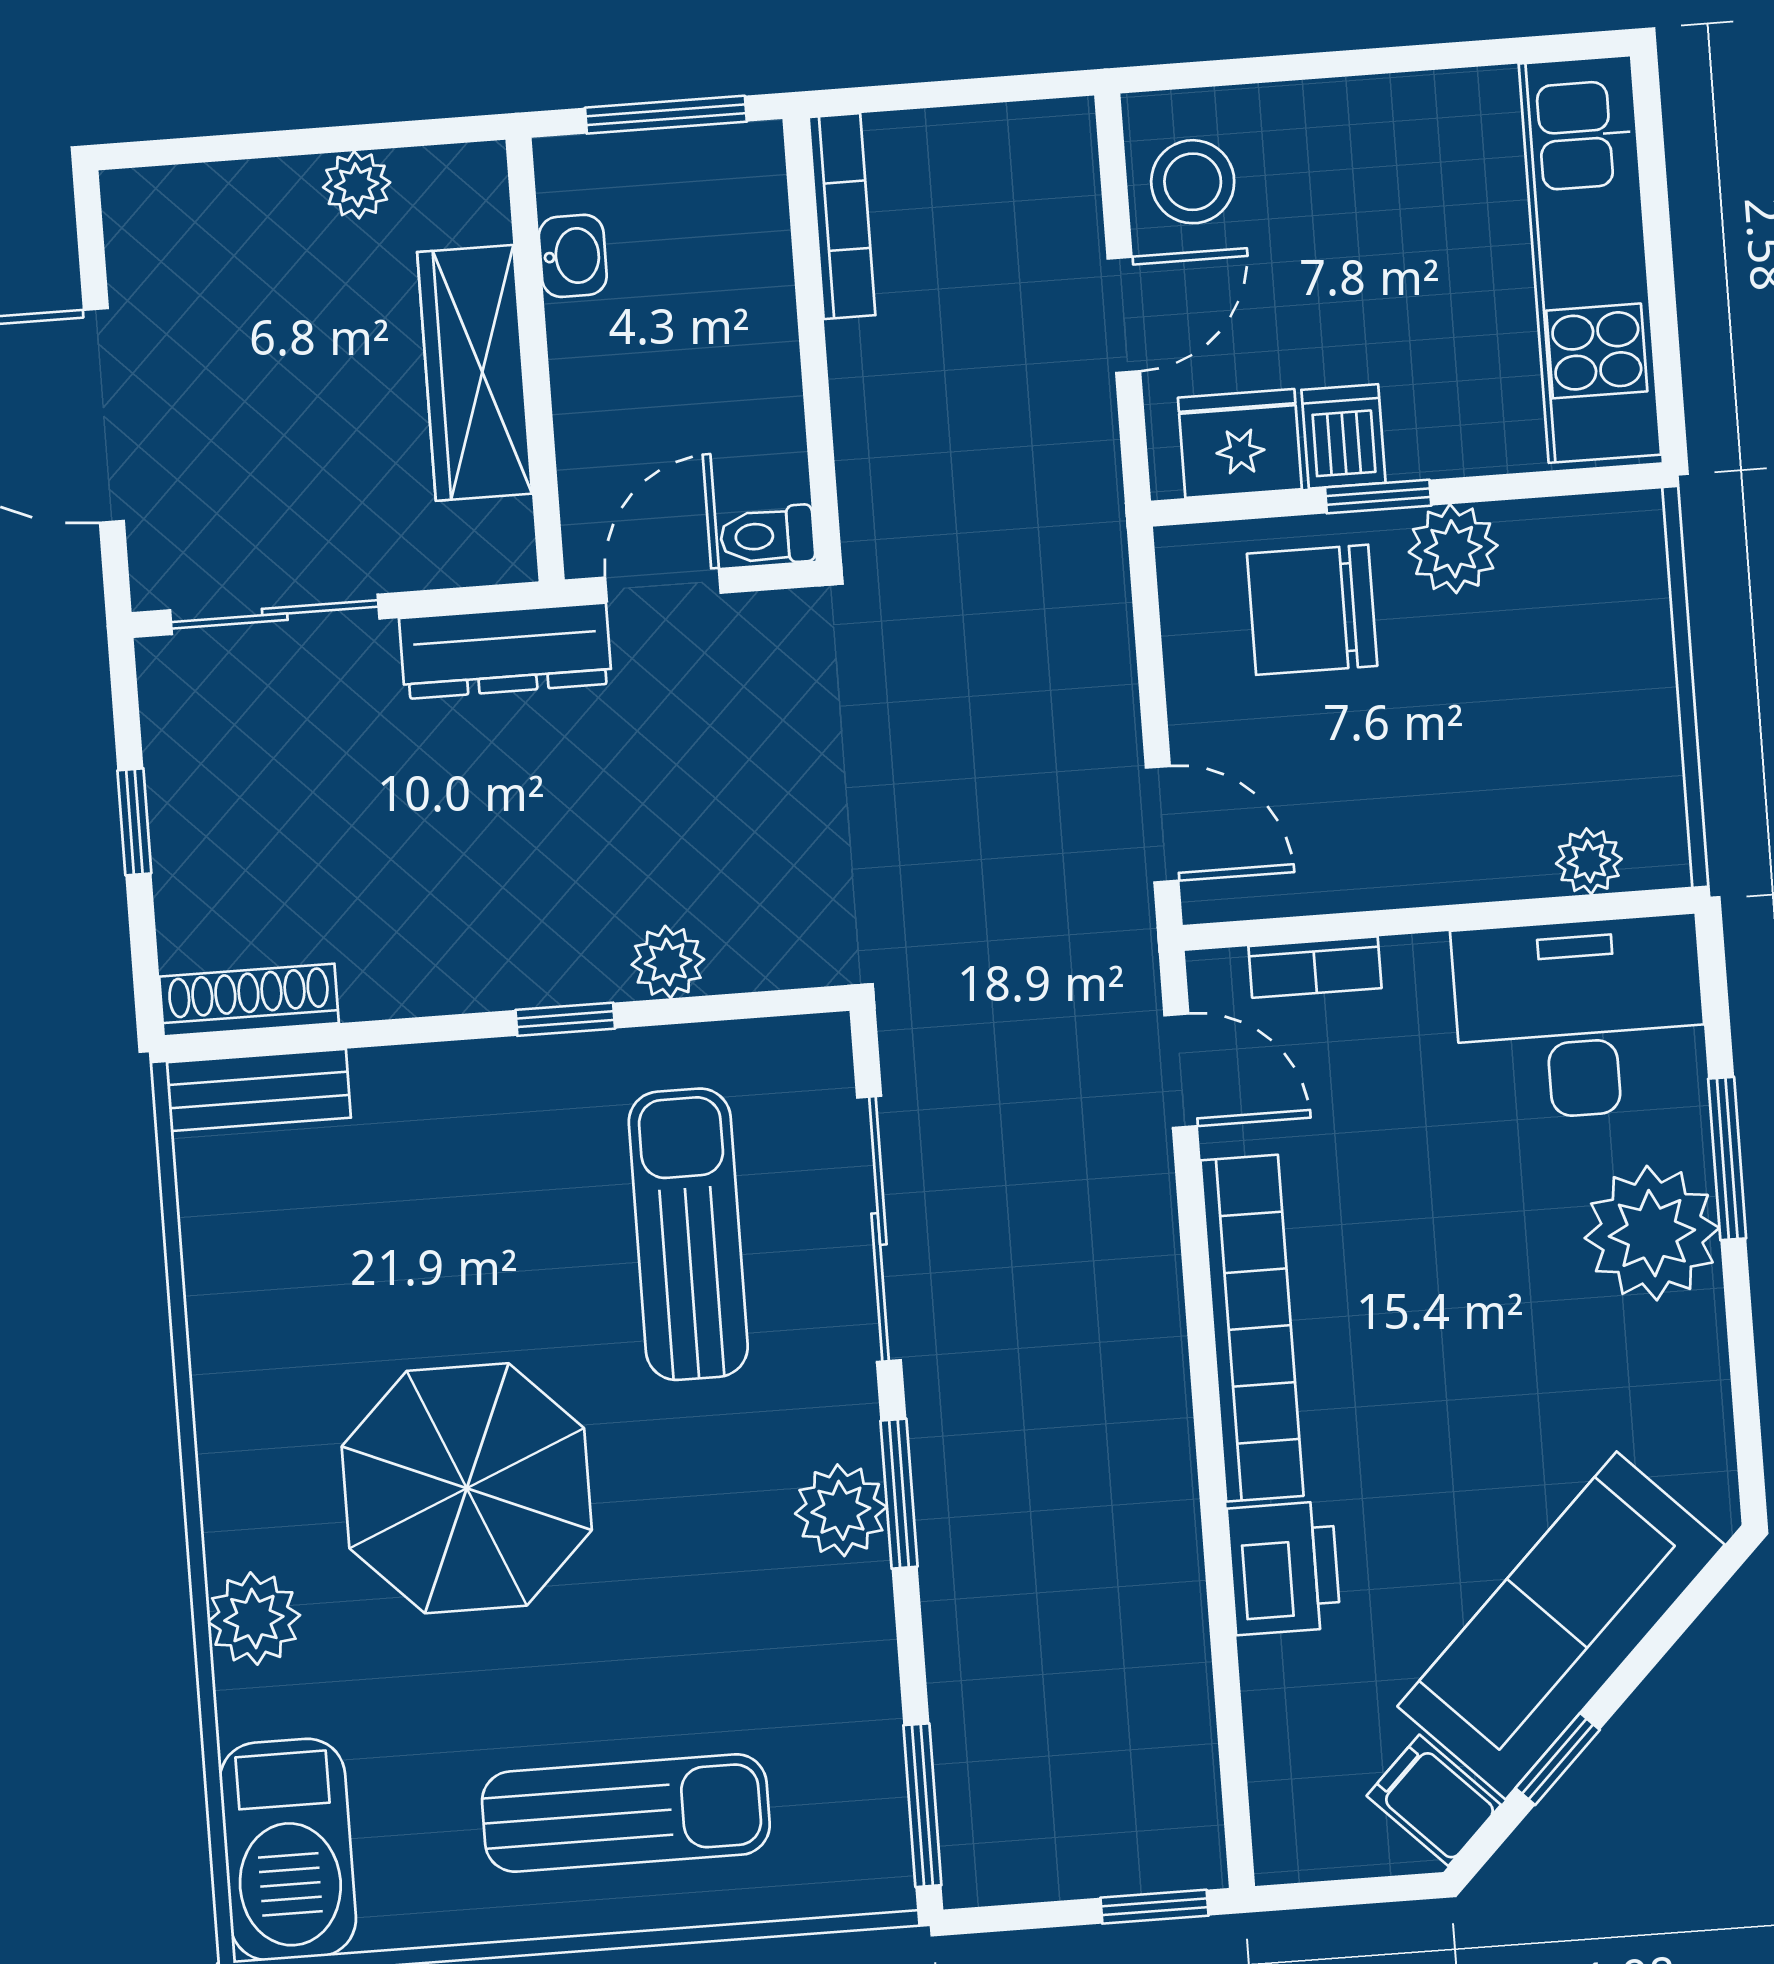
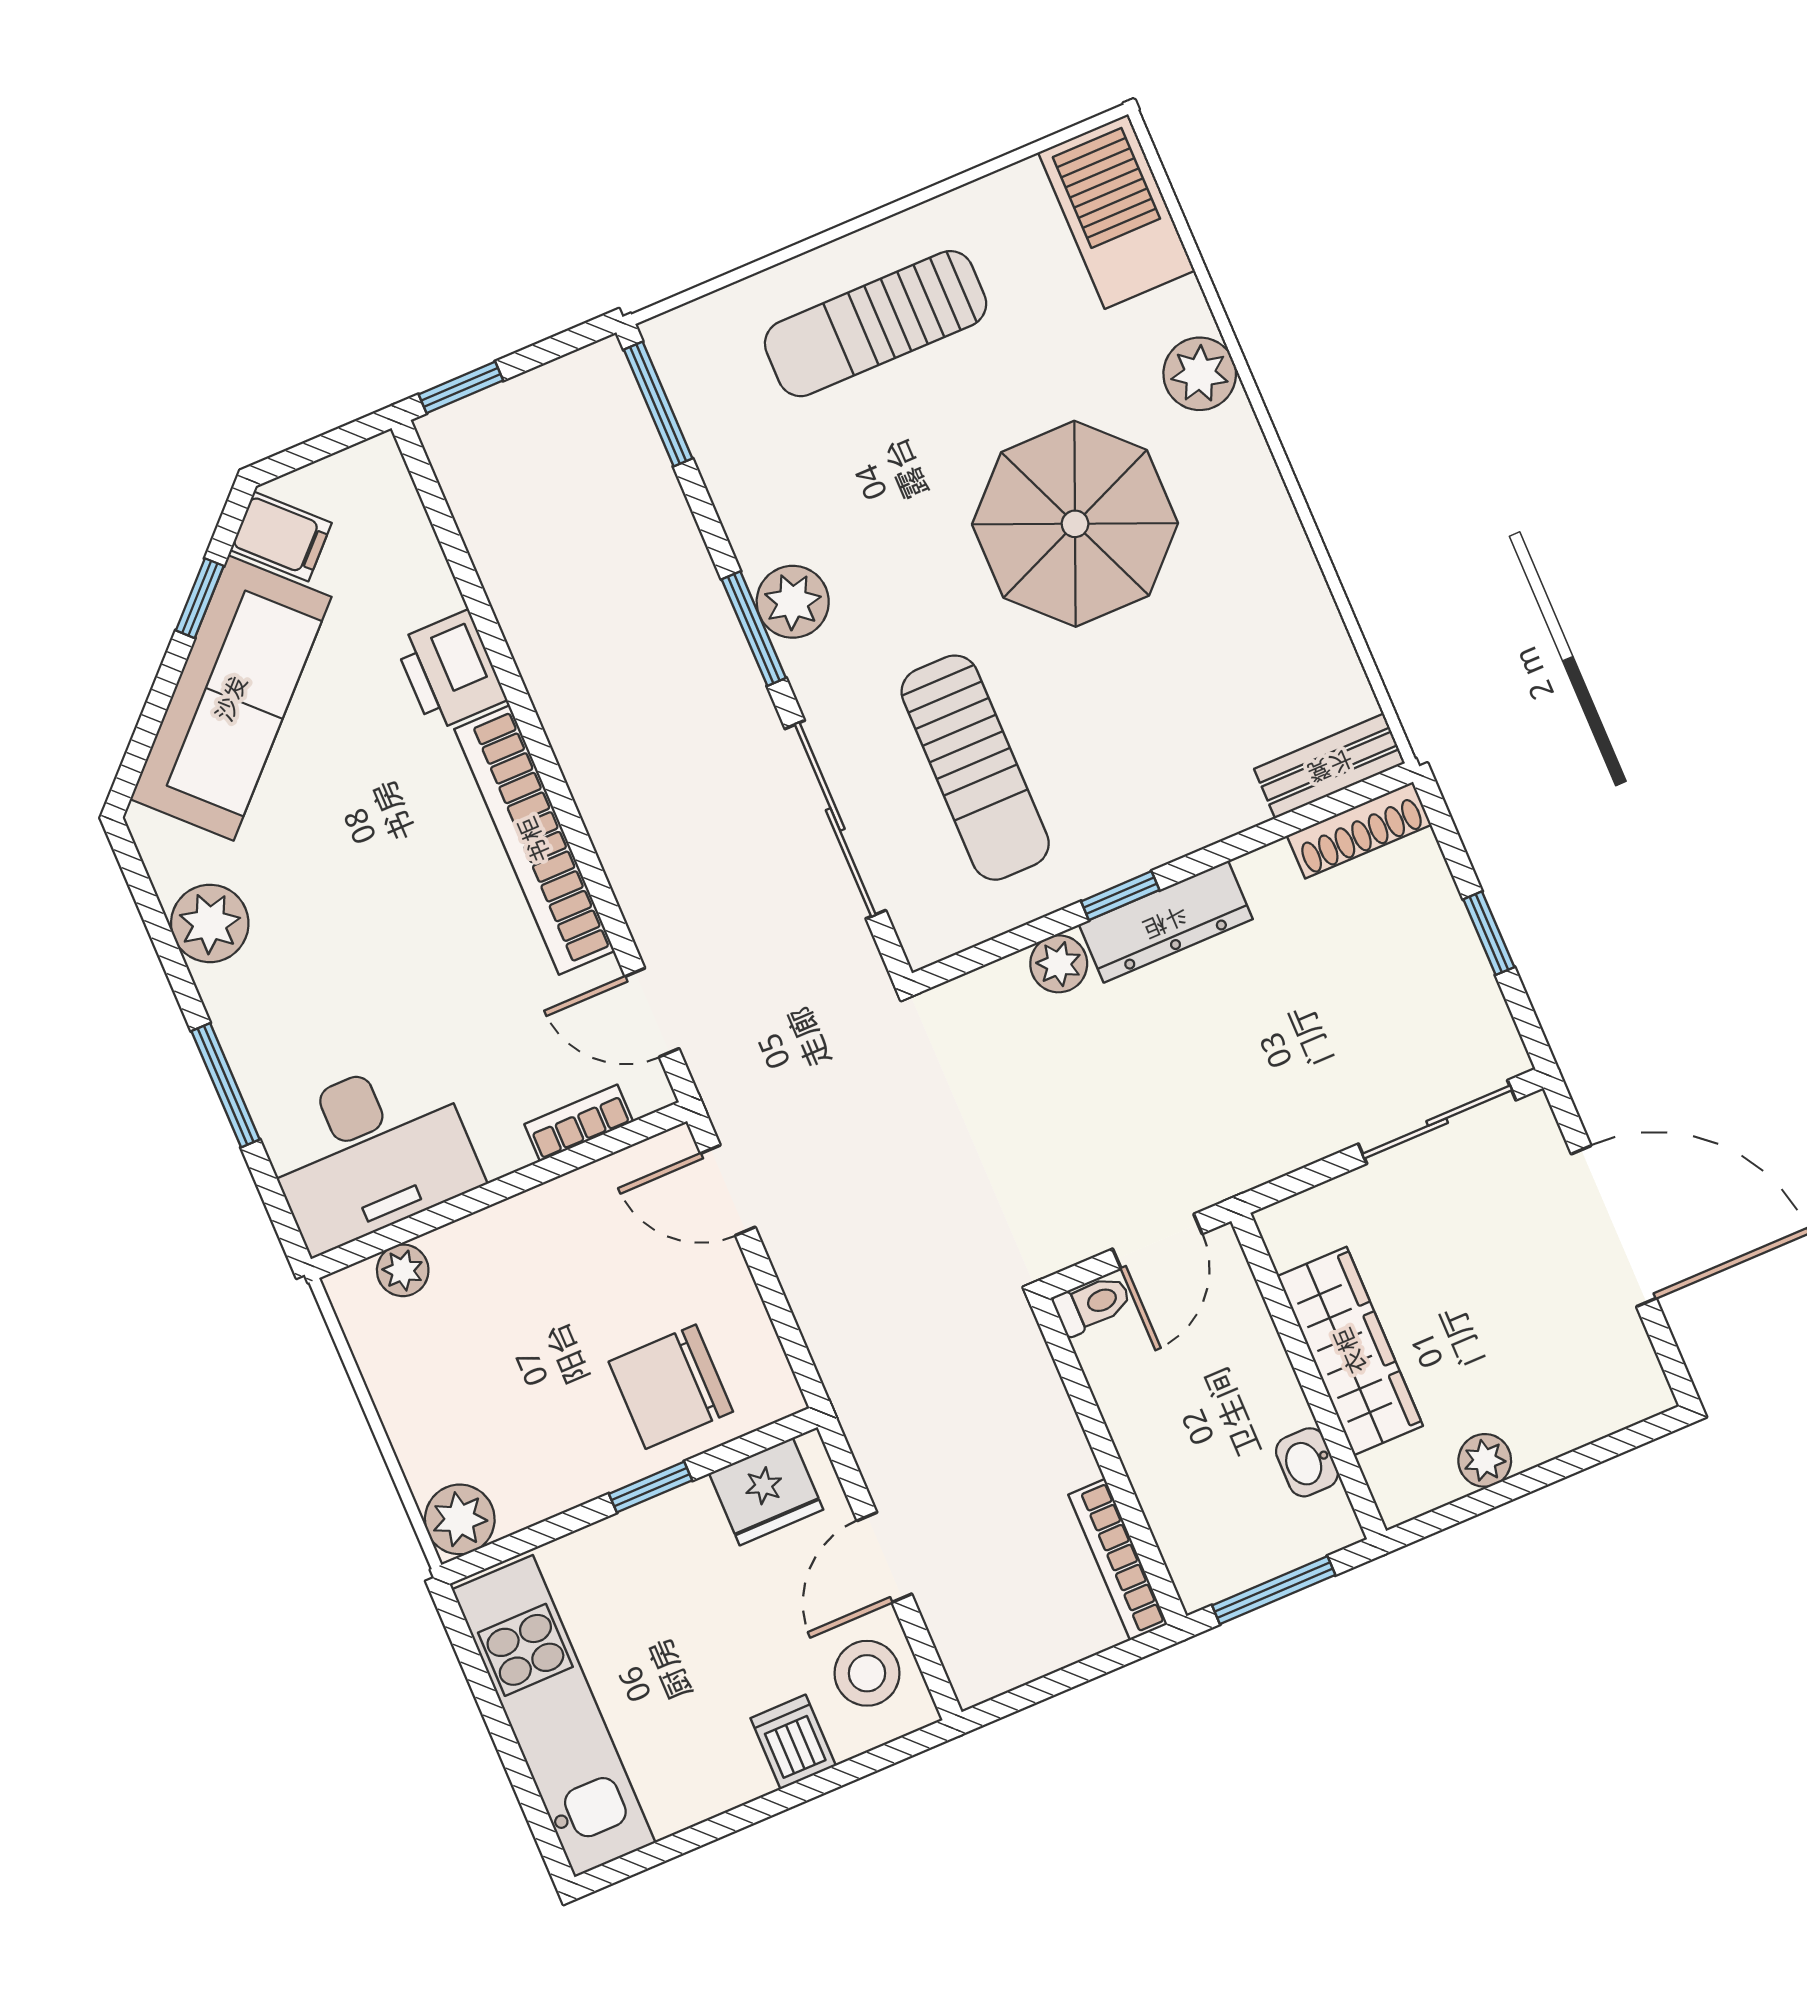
dishwasher: (1343, 436) -> (793, 1742), moved, turned 180
plant: (1453, 549) -> (460, 1519), moved
chair: (1312, 610) -> (671, 1387), turned 180
dresser: (505, 651) -> (1166, 922), moved, turned 180
plant: (1652, 1233) -> (210, 923), moved, width x0.73, depth x0.73

